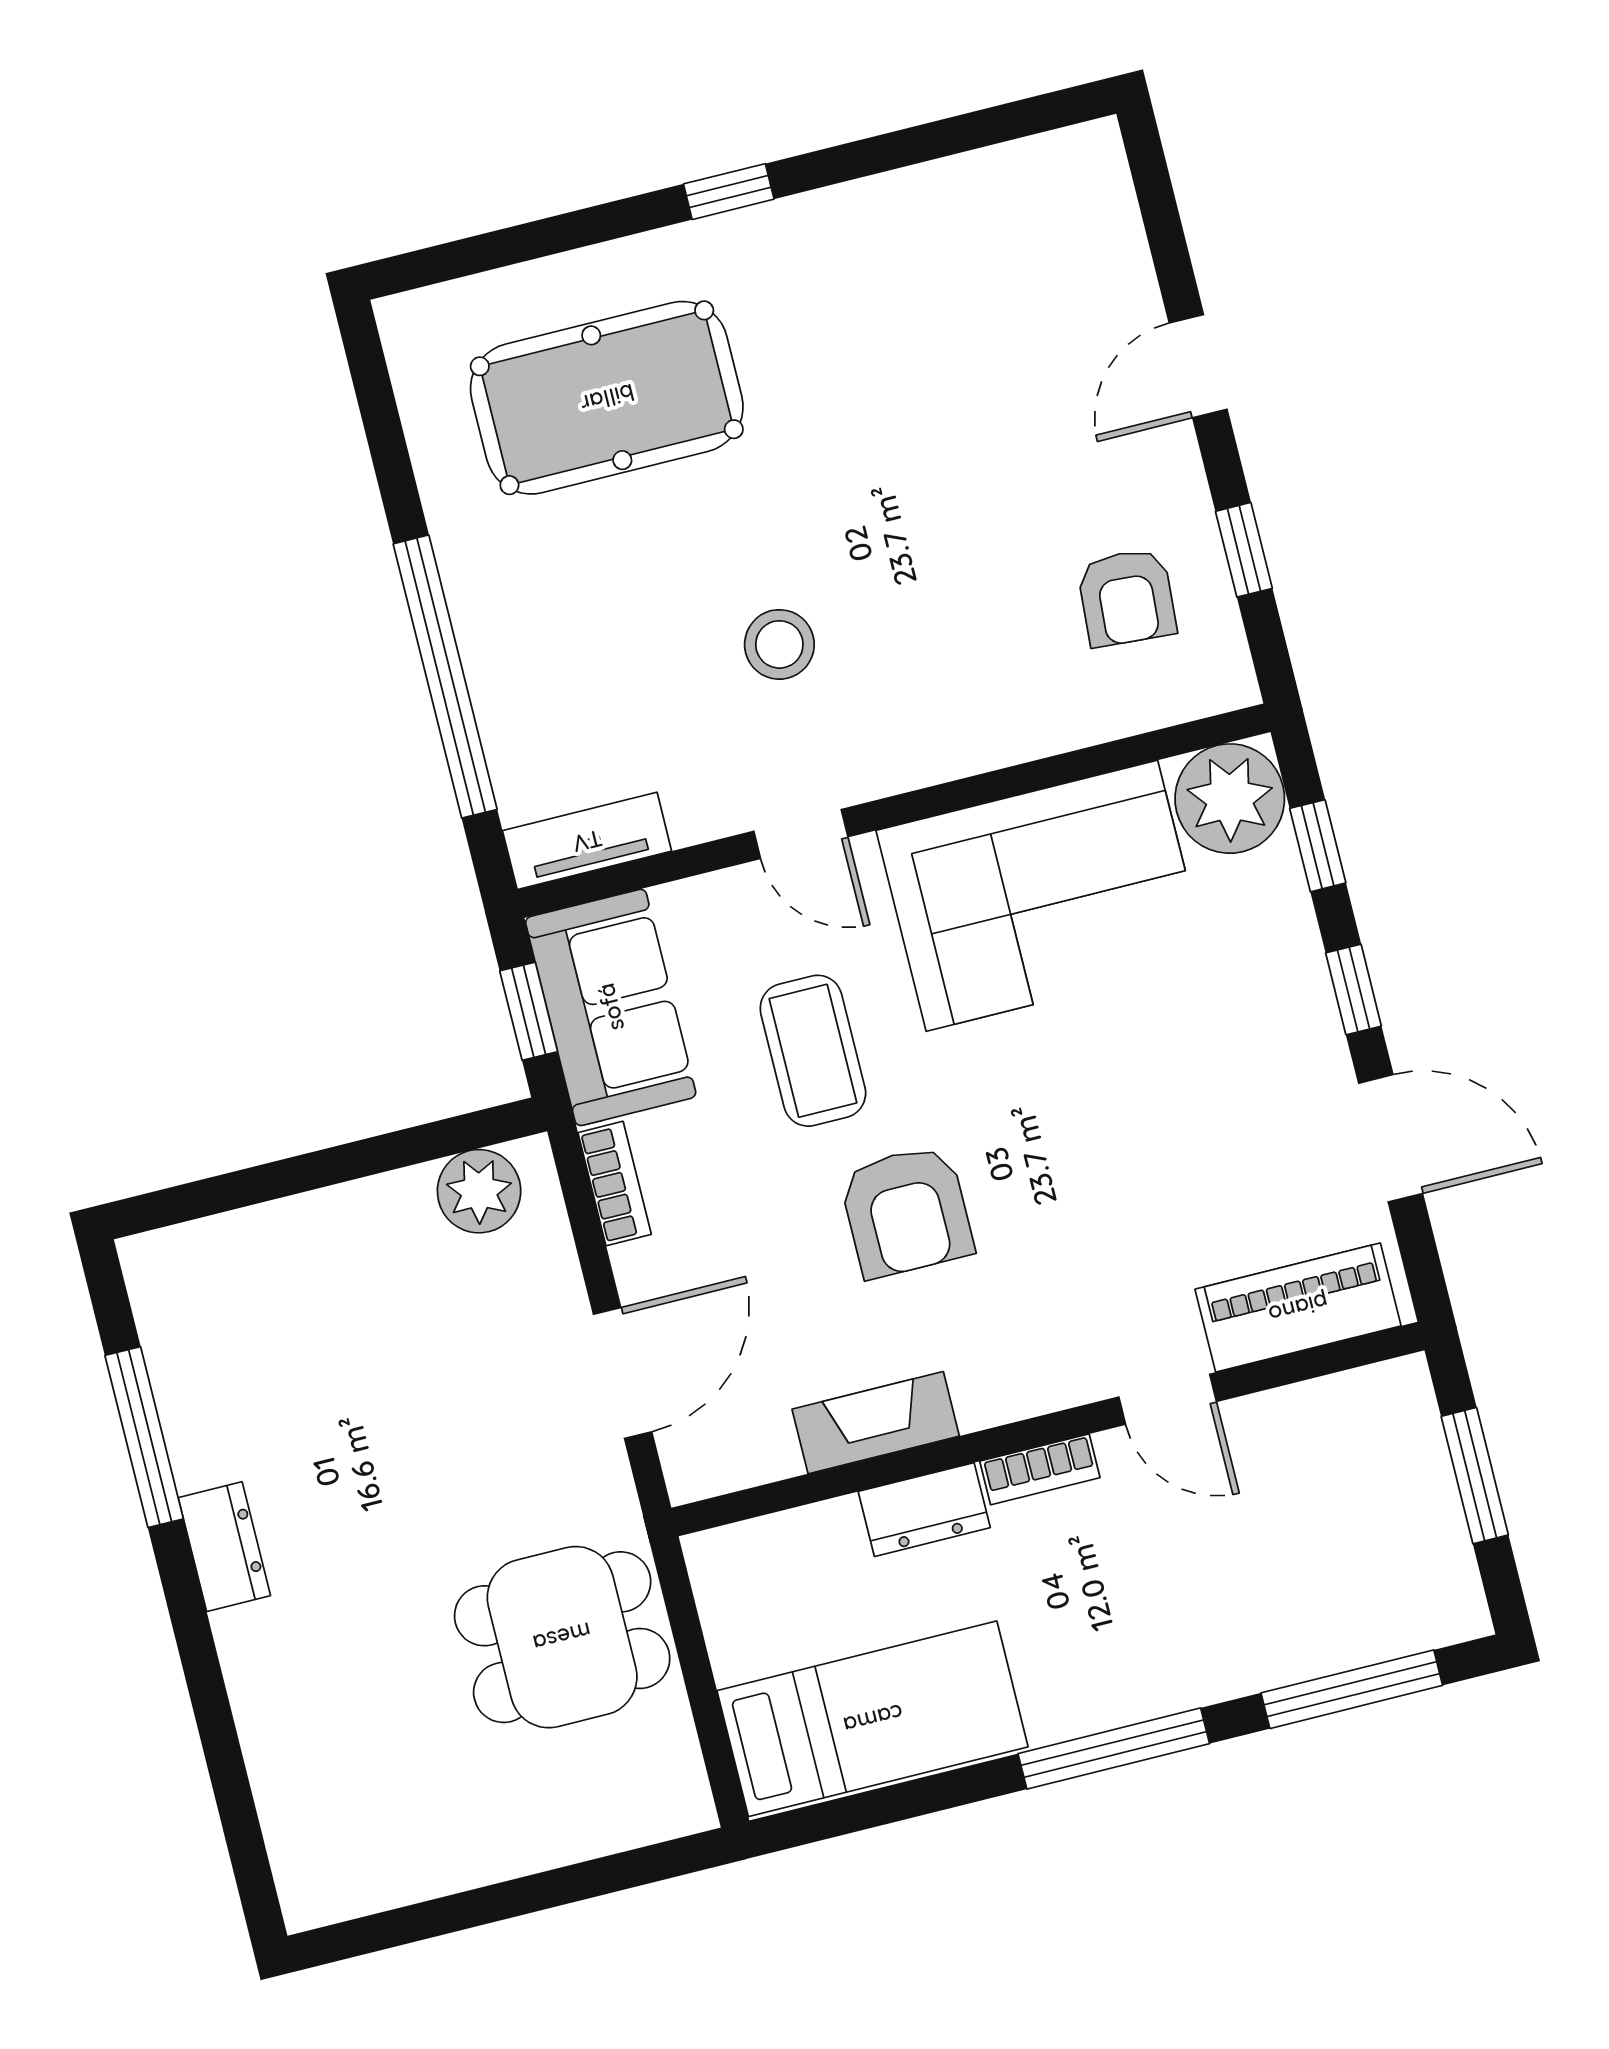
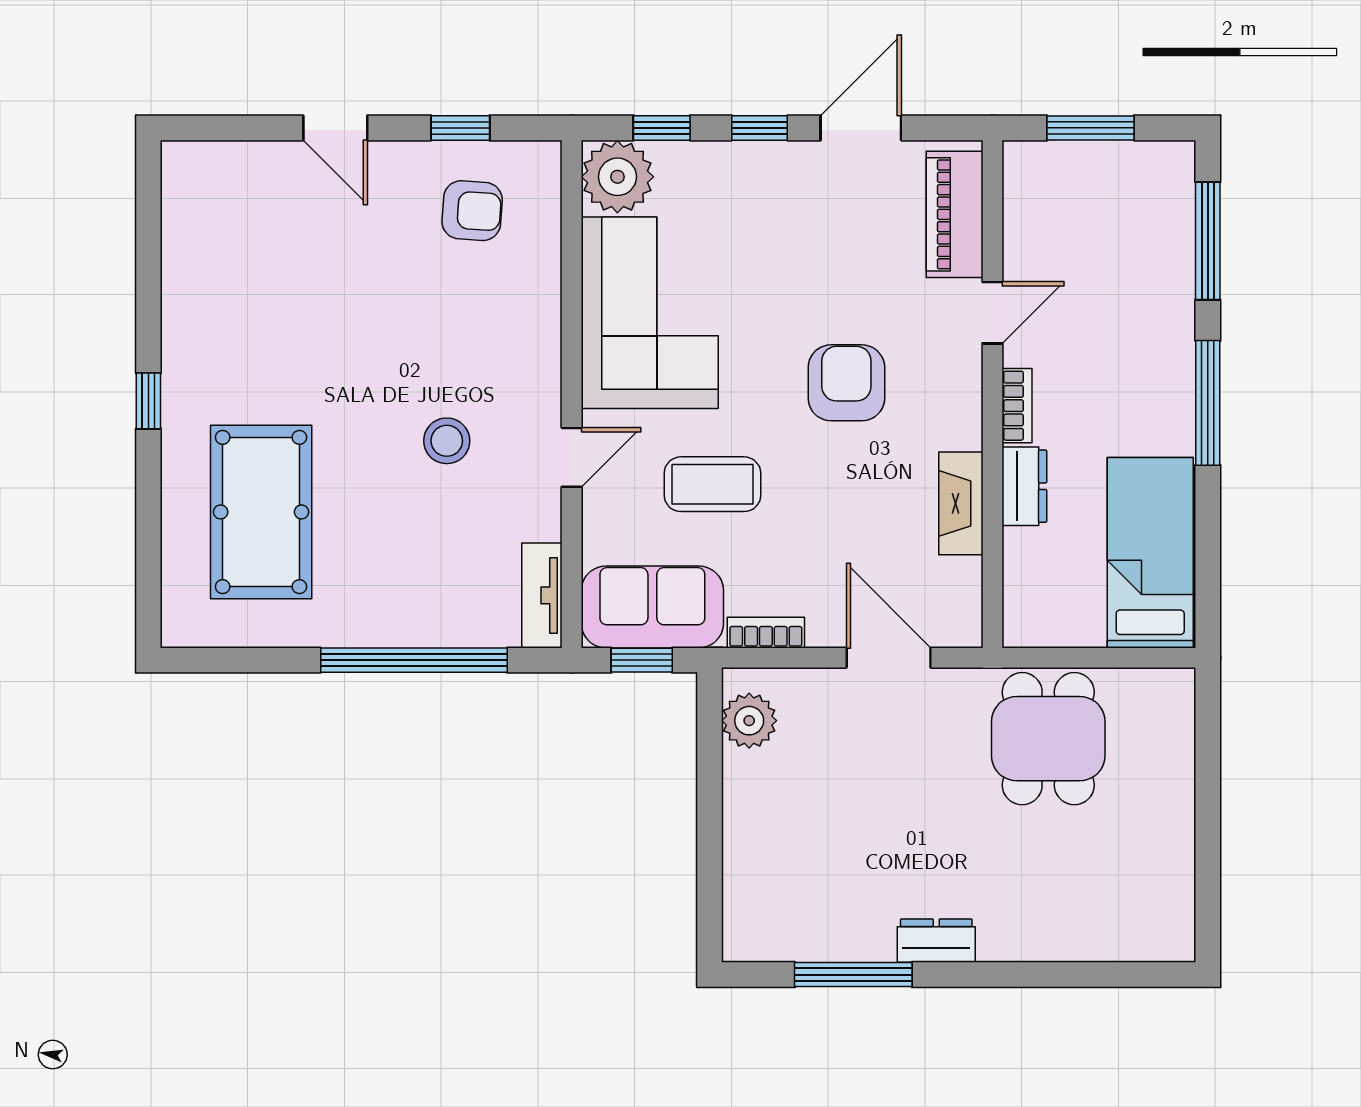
armchair: (906, 1211) -> (846, 383), moved, turned -90

